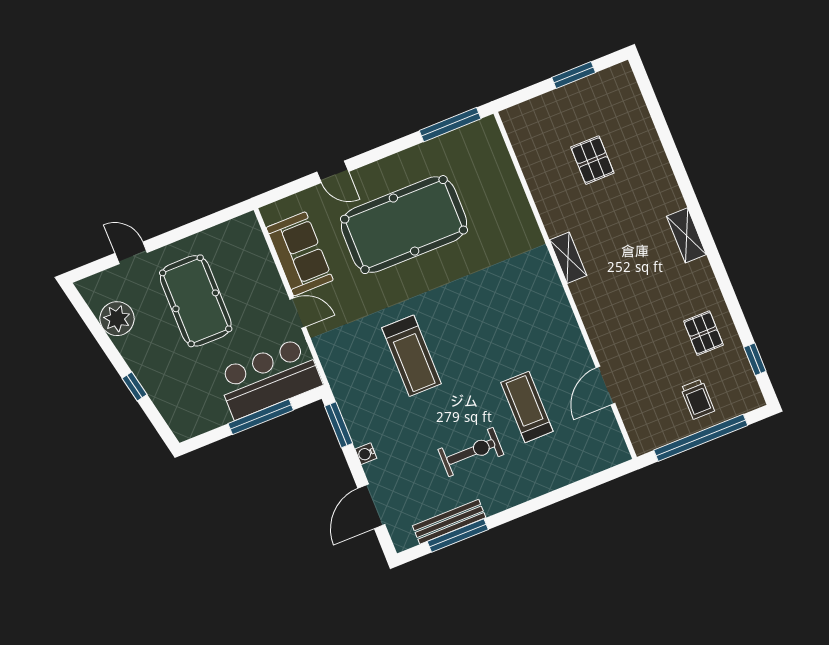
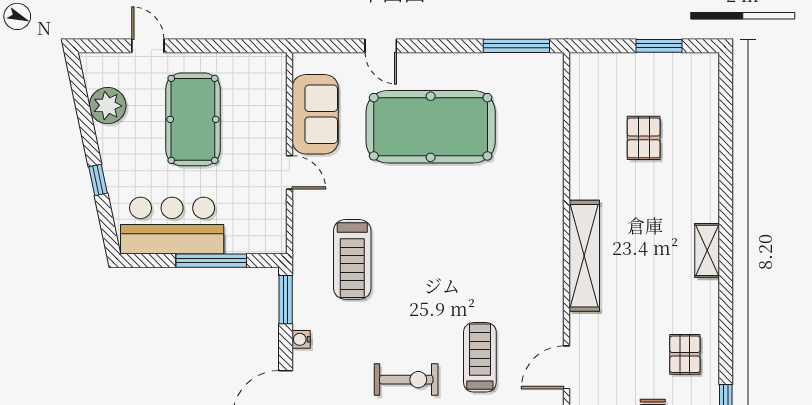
shelving: (568, 258) -> (584, 256), width x2.20, depth x1.33
treadmill: (412, 356) -> (352, 259), moved
bar counter: (269, 378) -> (172, 226), moved

